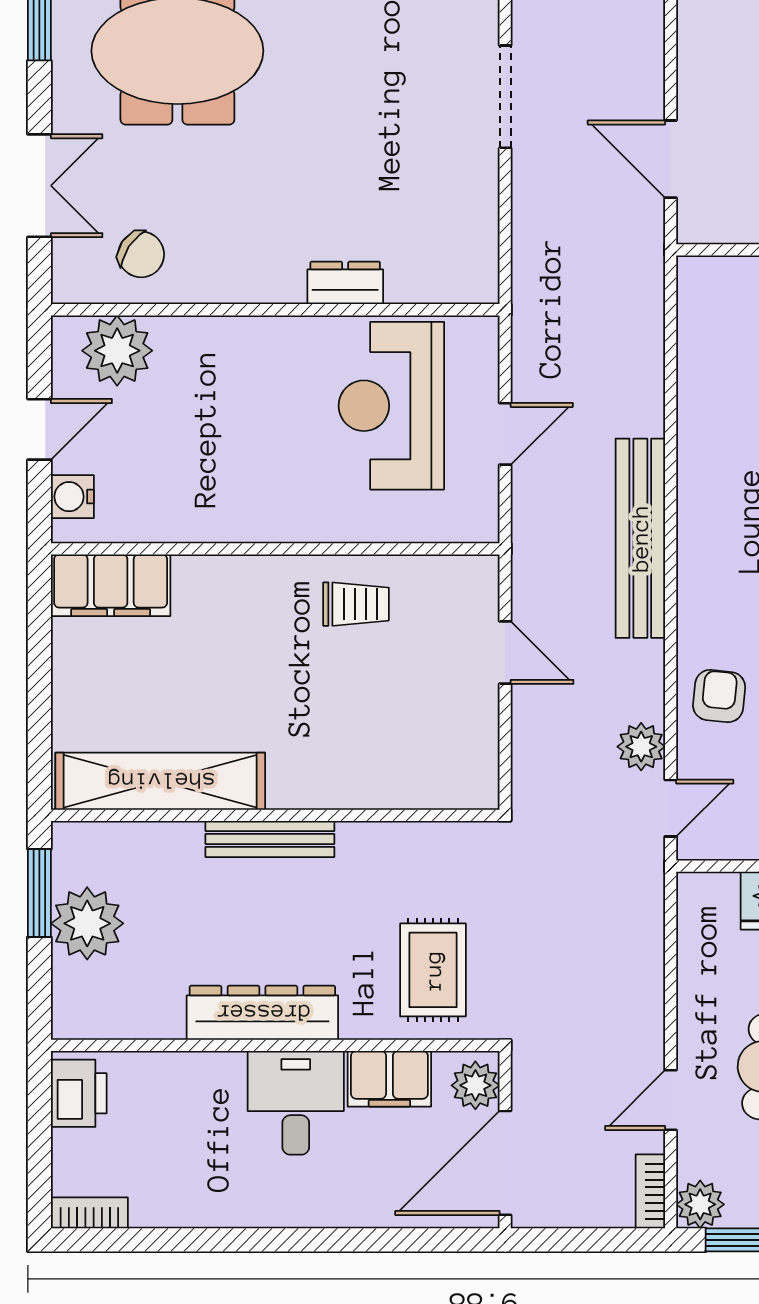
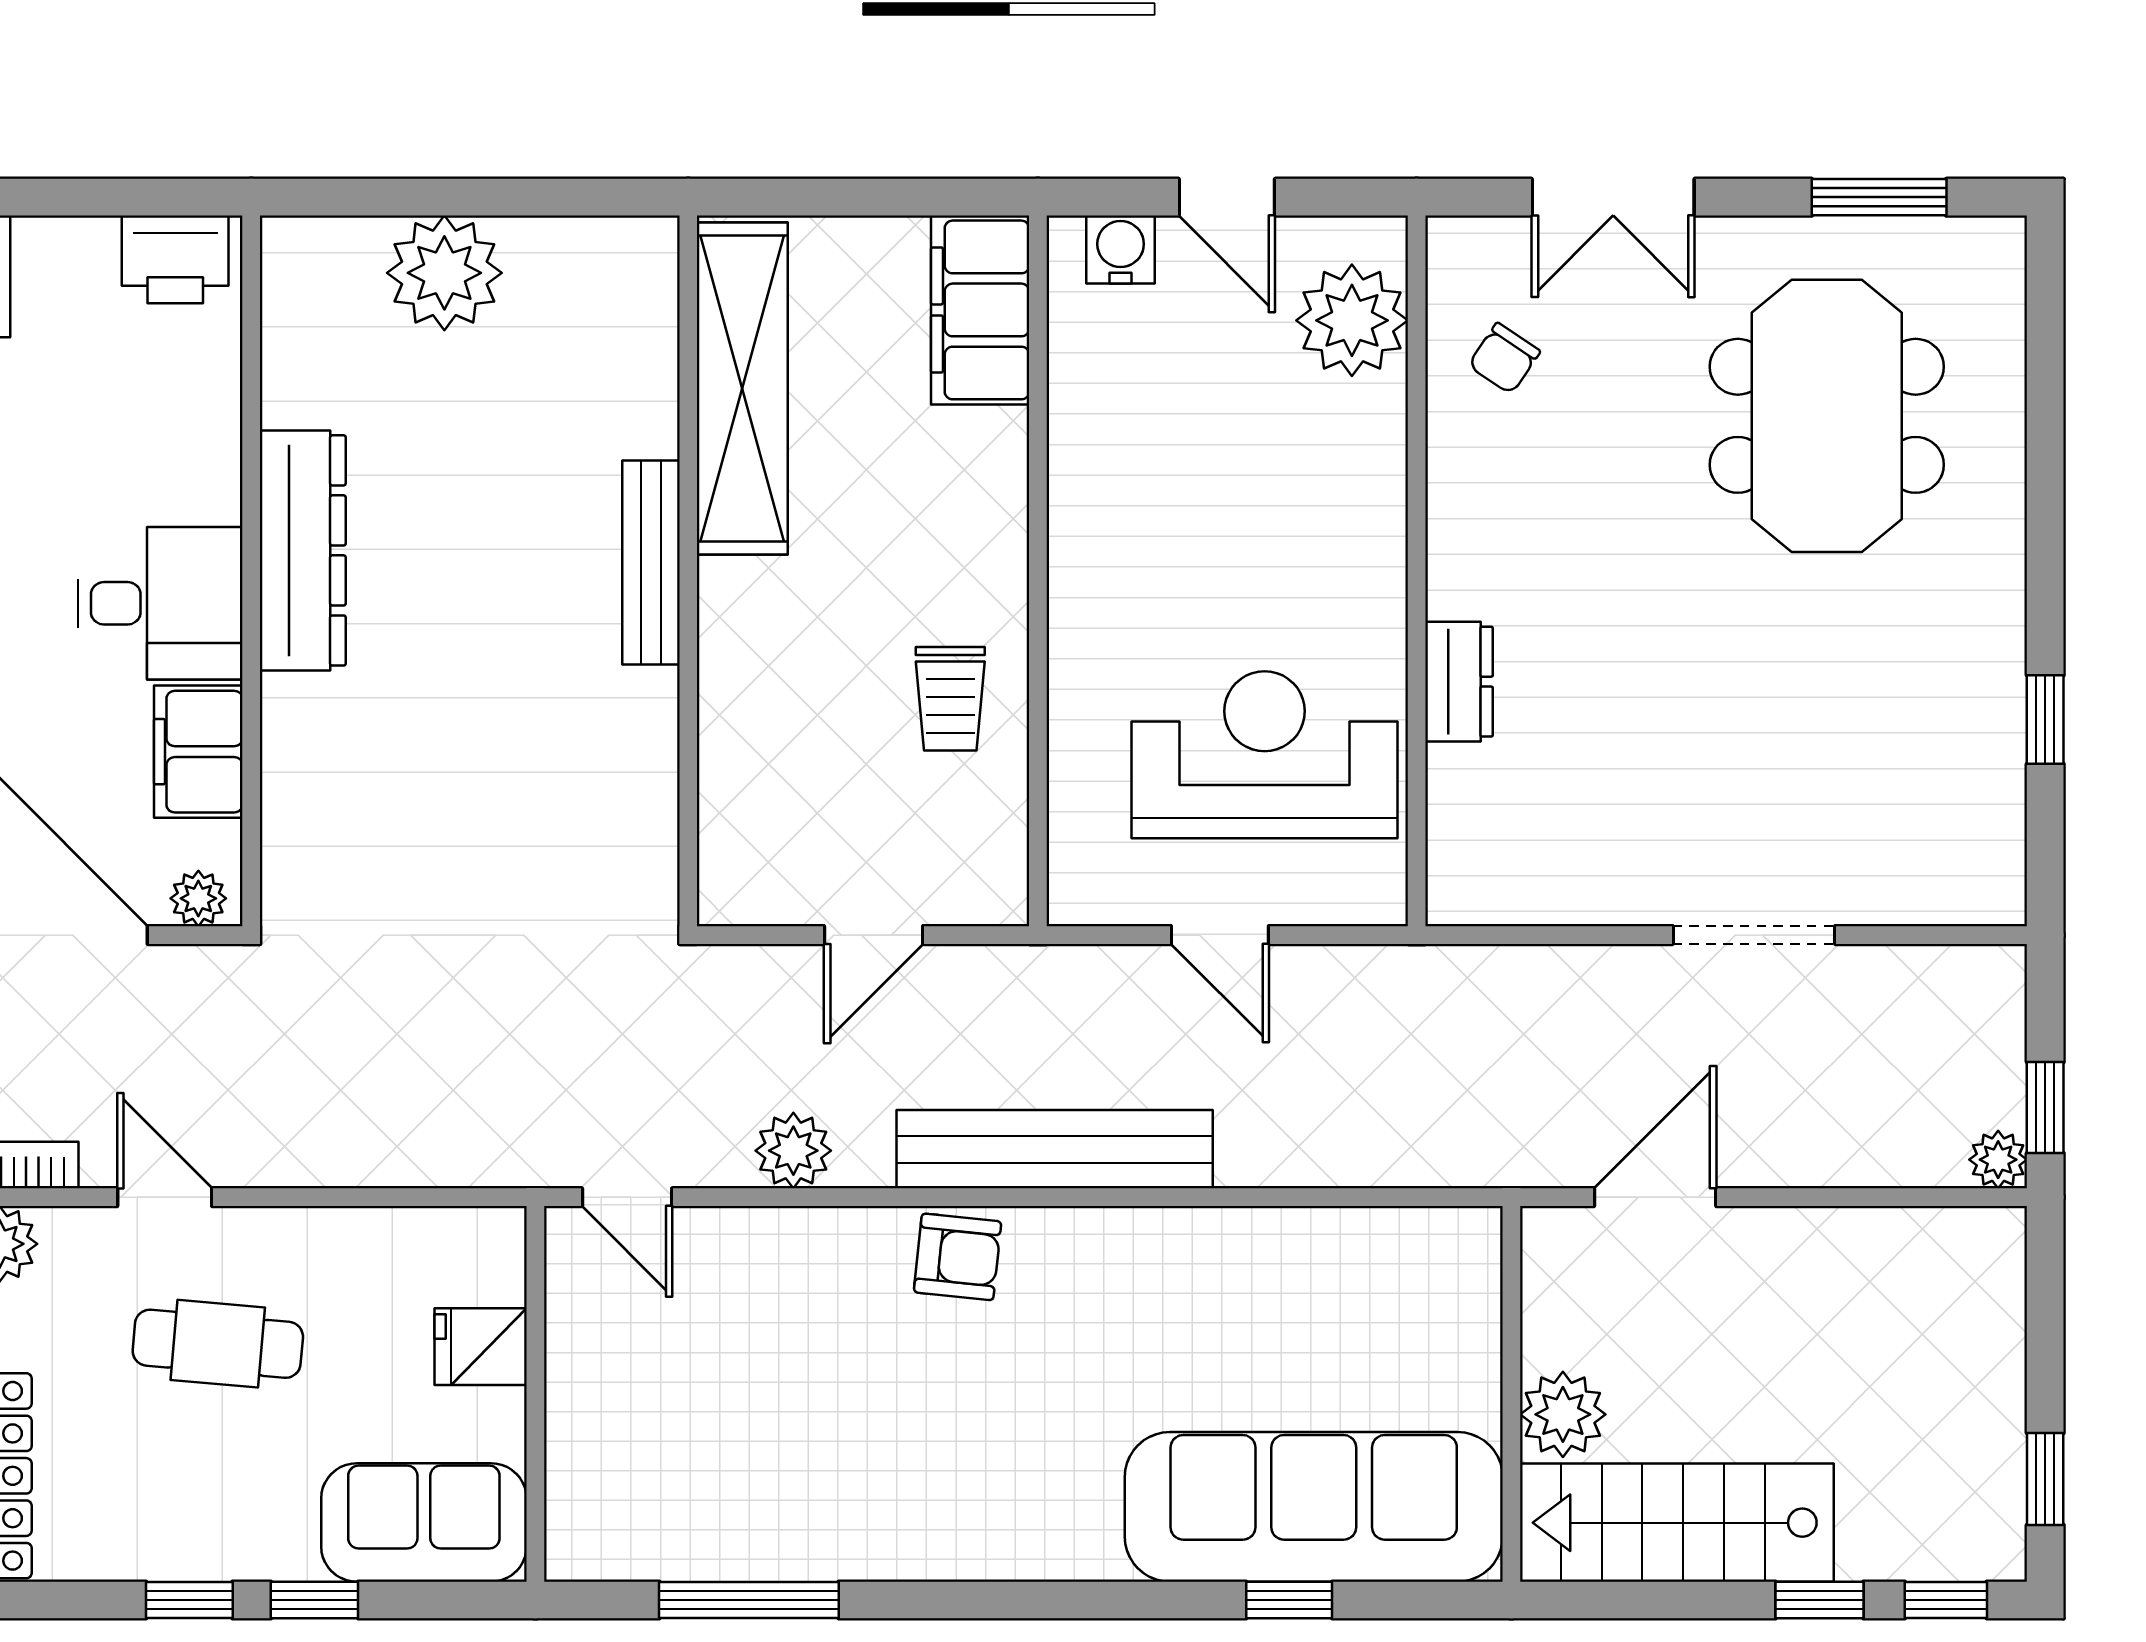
chair: (141, 254) -> (1504, 358), width x0.73, depth x0.73
armchair: (719, 696) -> (958, 1257), moved
plant: (641, 747) -> (793, 1151), moved
shelving: (160, 781) -> (742, 388), moved
wall: (275, 815) -> (688, 571), moved
bench: (270, 839) -> (651, 562), moved
window: (39, 893) -> (492, 197), removed
rug: (433, 970) -> (371, 821), removed
plant: (475, 1085) -> (198, 898), width x0.73, depth x0.73

